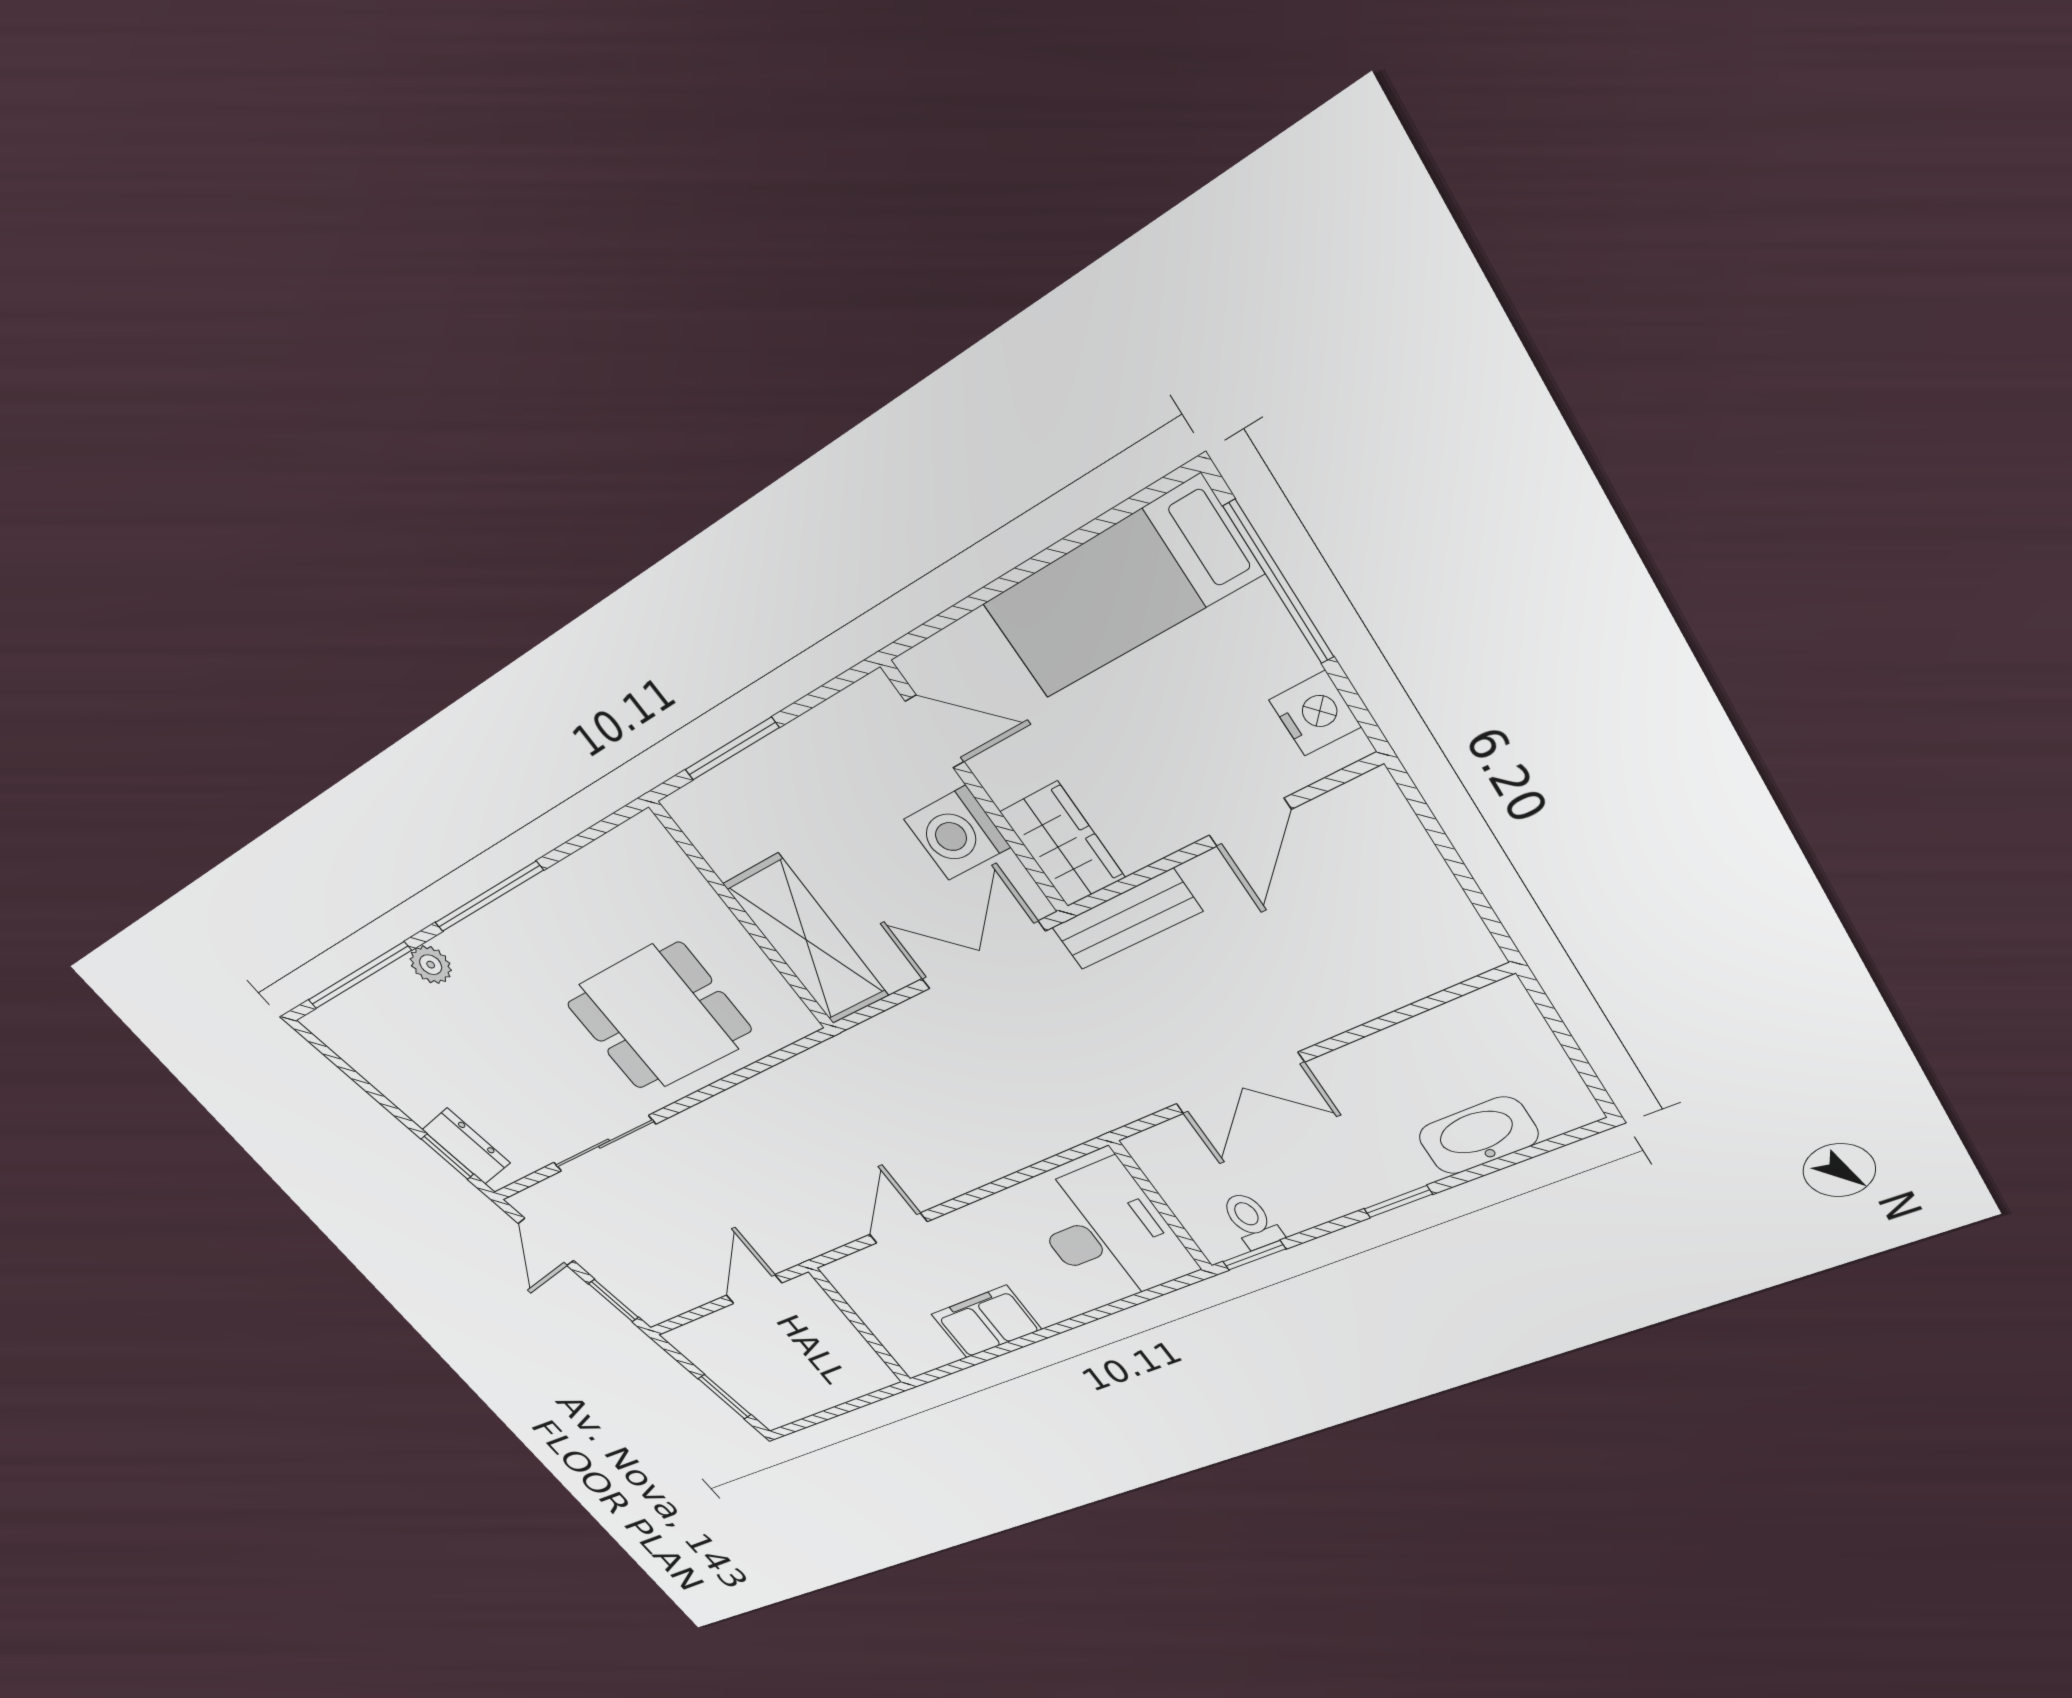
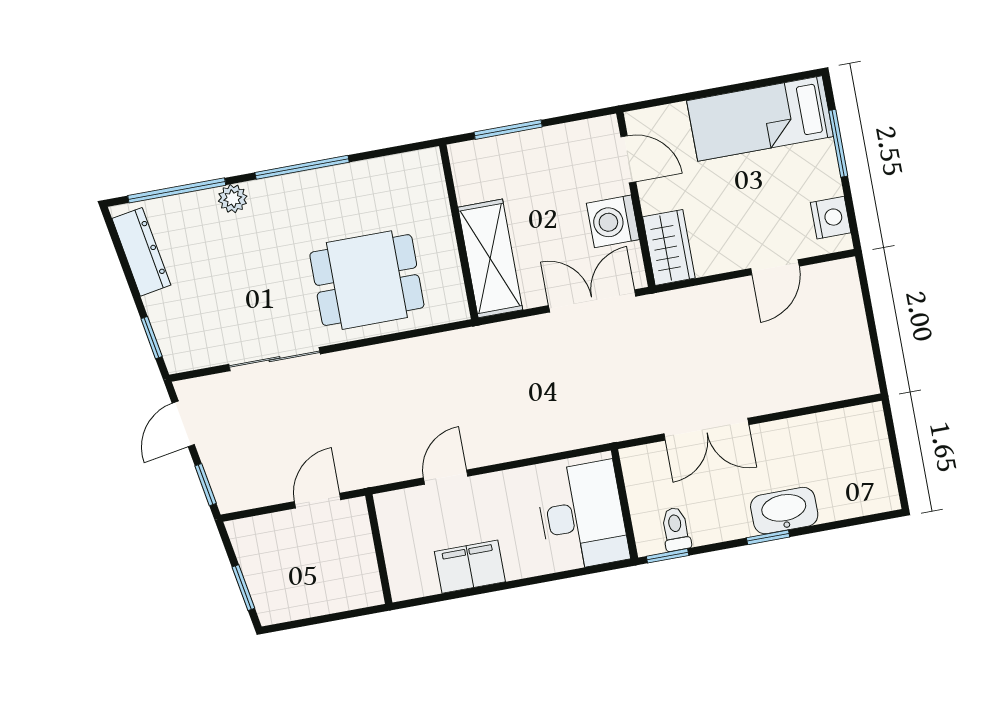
window: (1279, 582) -> (838, 143), width x0.69
bench: (1127, 919) -> (685, 304), removed
washbasin: (1478, 1136) -> (784, 511), moved
dresser: (466, 1146) -> (141, 252), moved, width x1.44

